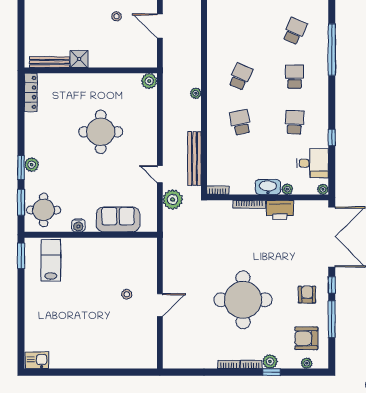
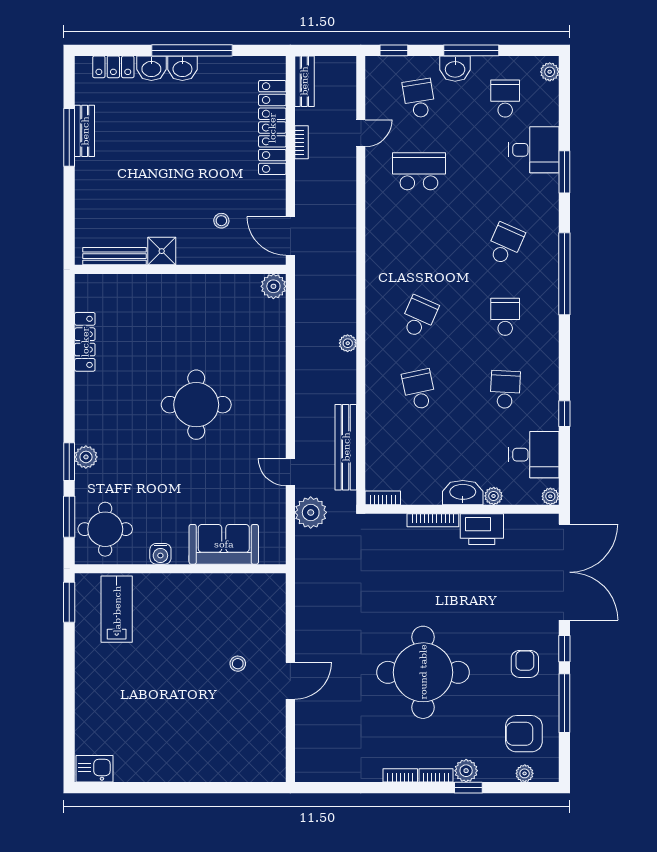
shower: (79, 59) -> (162, 251), moved
bench: (49, 62) -> (114, 256), moved
wall: (91, 70) -> (180, 269), moved
plant: (149, 81) -> (273, 286), moved

